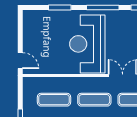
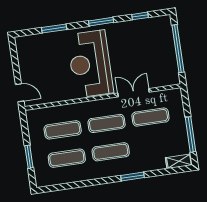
window: (103, 7) -> (101, 22), width x0.69

